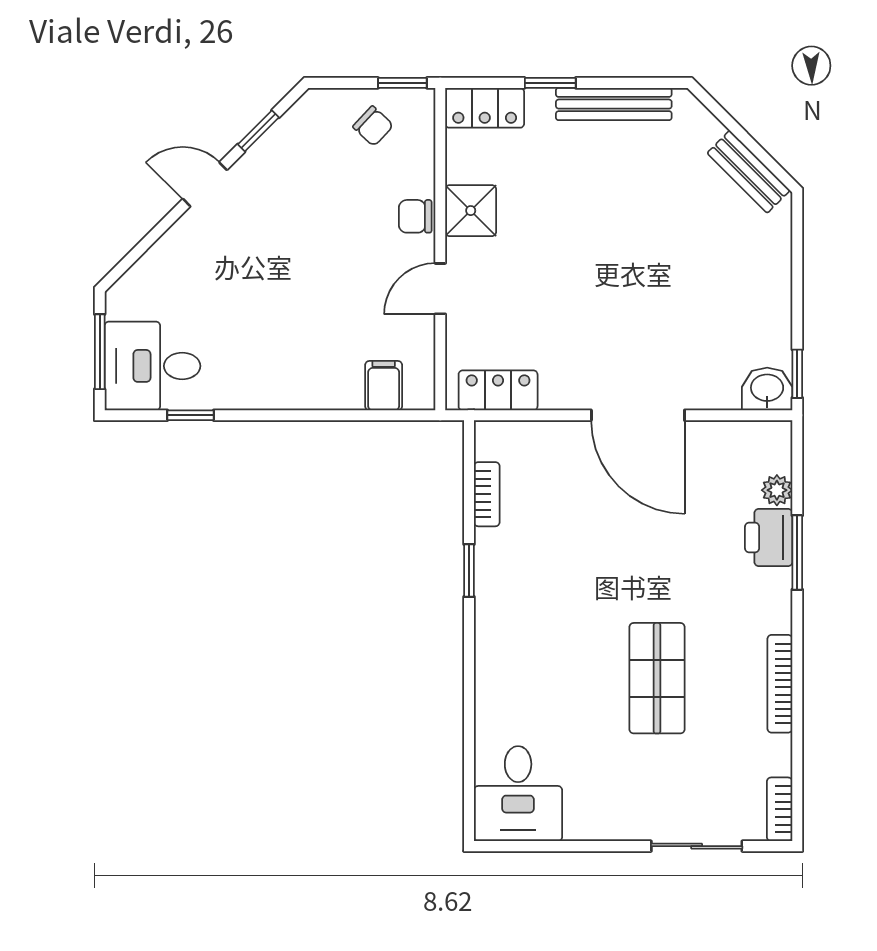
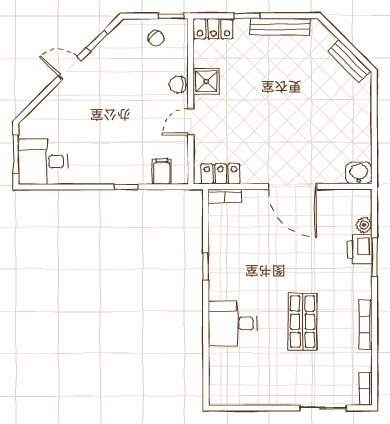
window: (797, 374) -> (374, 165), removed
window: (190, 415) -> (126, 187), moved
bookcase: (487, 494) -> (225, 196), moved, turned 90
desk: (518, 794) -> (233, 323), moved, turned 90

